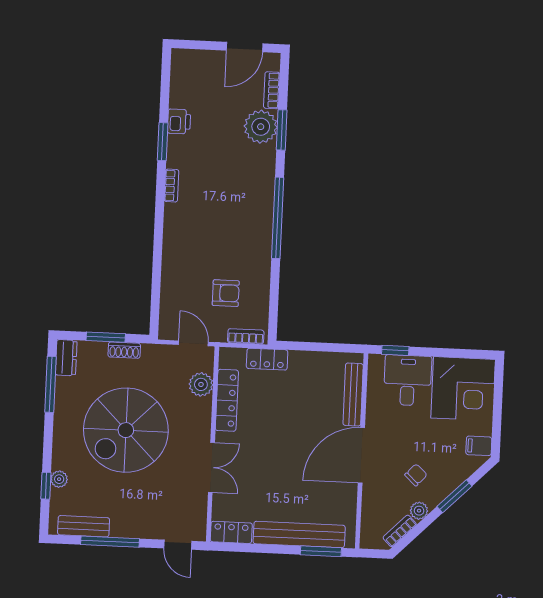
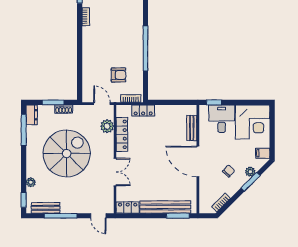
window: (278, 218) -> (145, 48), moved
bench: (353, 394) -> (192, 128), width x0.73
spiral stairs: (126, 430) -> (67, 153), turned 180
door: (361, 455) -> (198, 162), hinge flipped
window: (46, 486) -> (24, 200), moved
plant: (419, 511) -> (250, 172), moved

